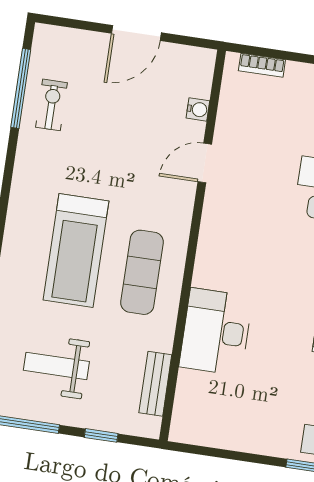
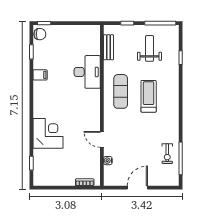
door: (205, 163) -> (102, 139), swing flipped
treadmill: (76, 250) -> (149, 96), width x0.73, depth x0.73
weight bench: (56, 366) -> (149, 48), turned -90

